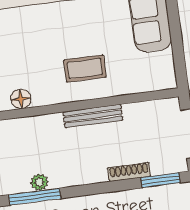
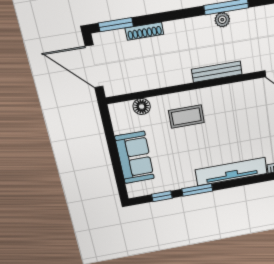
floor lamp: (21, 99) -> (142, 107), moved
bench: (93, 116) -> (217, 72), moved

